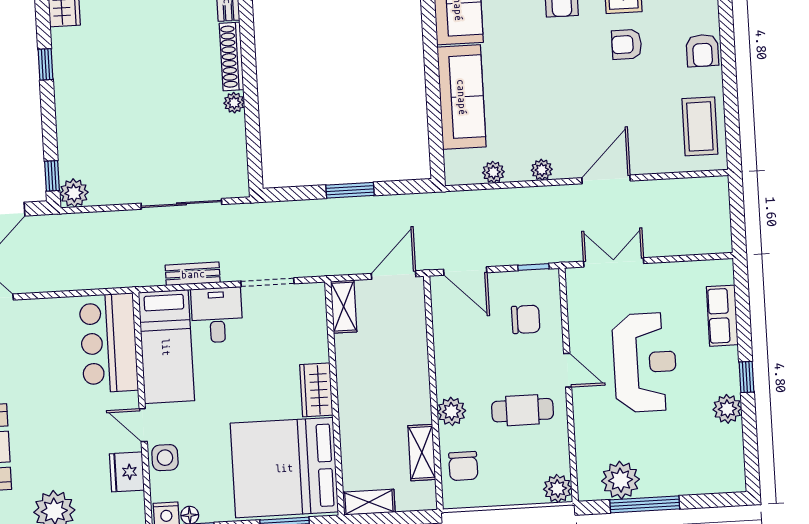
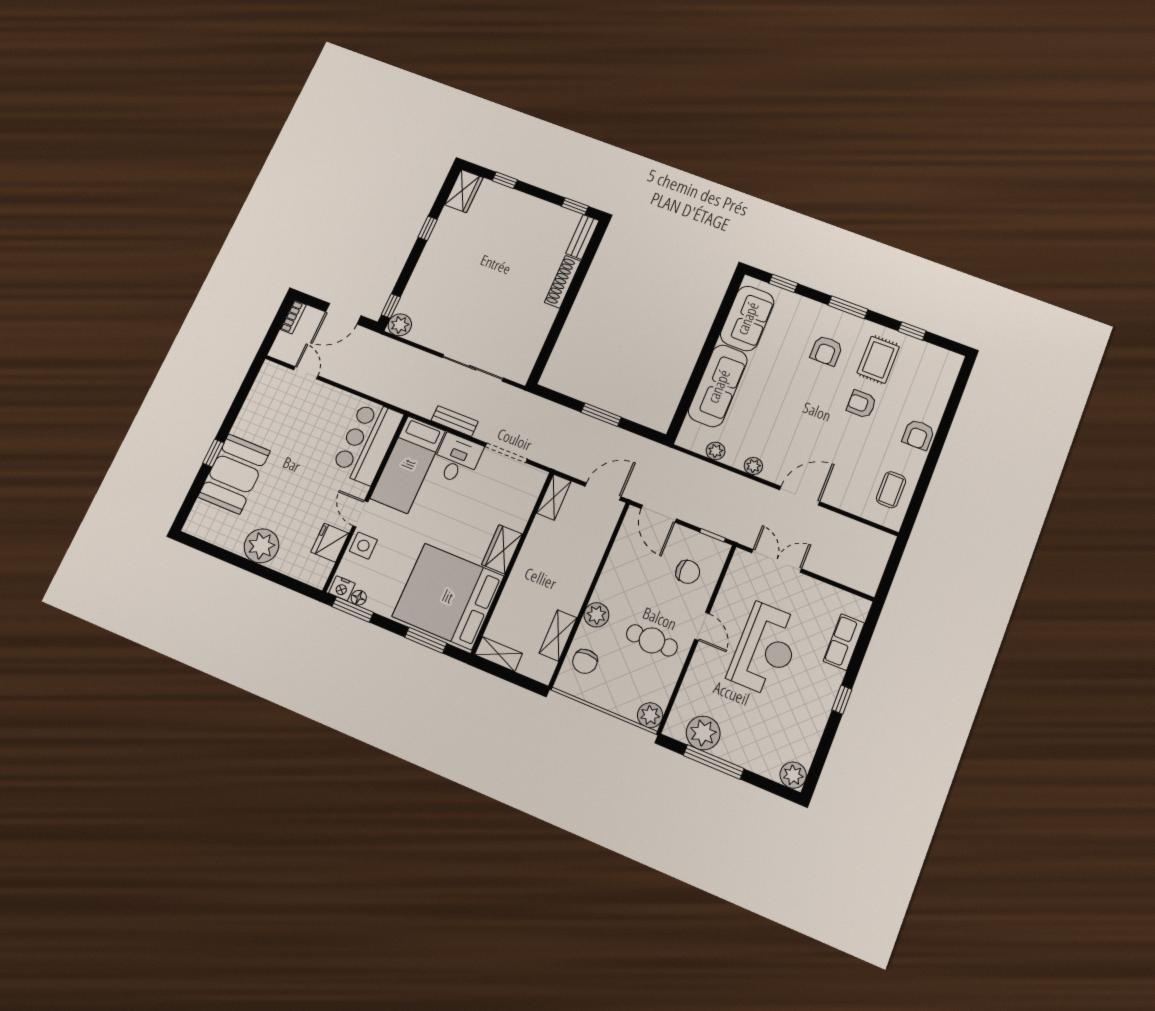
plant: (234, 103) -> (548, 314), removed
coffee table: (700, 126) -> (891, 490), width x0.73, depth x0.77
plant: (727, 409) -> (793, 775), moved

